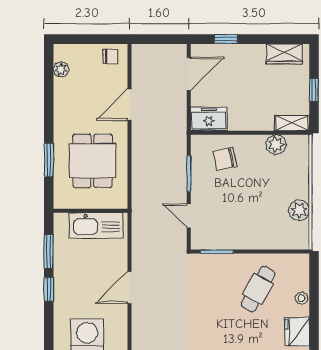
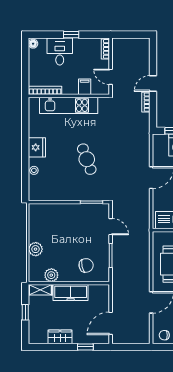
wardrobe: (284, 54) -> (60, 337), moved
freezer: (209, 119) -> (71, 292), moved, width x1.40
plant: (299, 210) -> (36, 249), moved
cafe table: (258, 289) -> (87, 159), moved, turned -49

